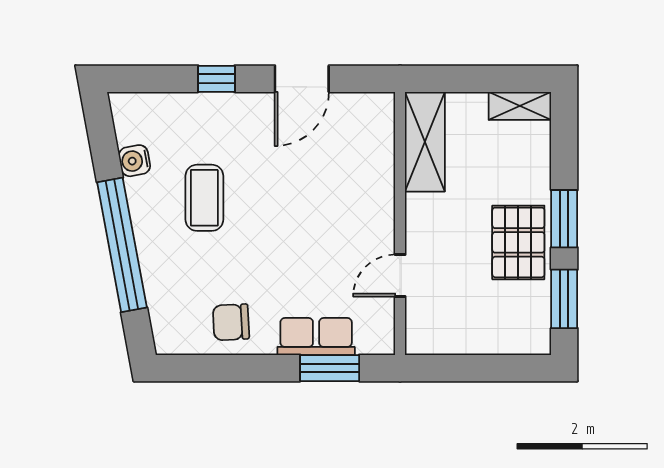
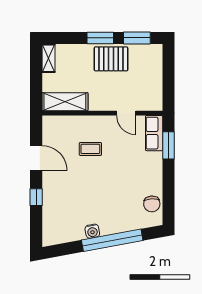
water cooler: (135, 161) -> (92, 231), moved
coffee table: (204, 198) -> (90, 149), moved, width x0.73, depth x0.77
chair: (231, 322) -> (152, 204), moved
row of seats: (316, 337) -> (154, 133), moved

